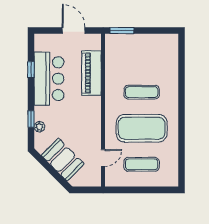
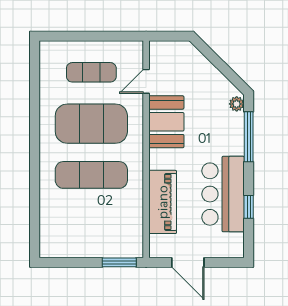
exercise mat: (142, 92) -> (91, 175), width x1.36, depth x1.45
window: (31, 119) -> (249, 137), width x2.17
plant: (39, 127) -> (237, 104), moved
booth: (63, 160) -> (166, 122), moved, turned 45

